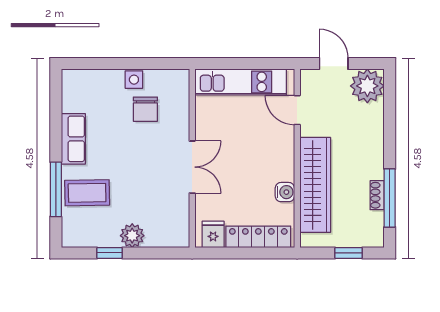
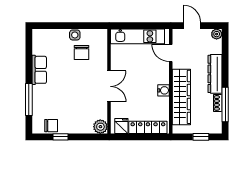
plant: (367, 86) -> (217, 34), width x0.53, depth x0.53
dresser: (372, 146) -> (215, 74), added
water cooler: (285, 192) -> (164, 90), moved
coffee table: (87, 193) -> (47, 102), removed
chair: (94, 234) -> (51, 126), added
plant: (132, 236) -> (100, 127), moved

